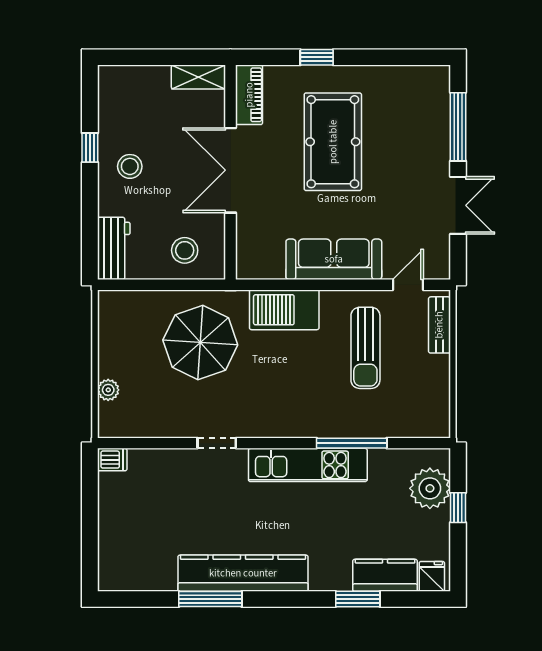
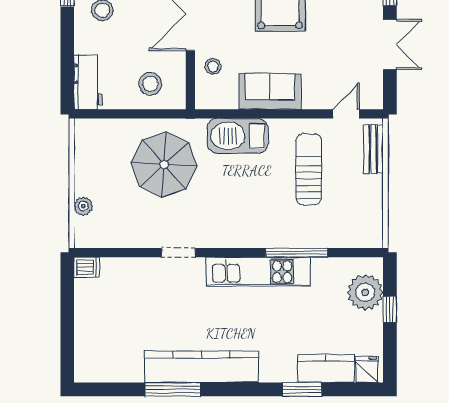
stool: (256, 230) -> (213, 66), added
sofa: (334, 259) -> (270, 92), width x0.73
sun lounger: (365, 348) -> (309, 169), turned 180

